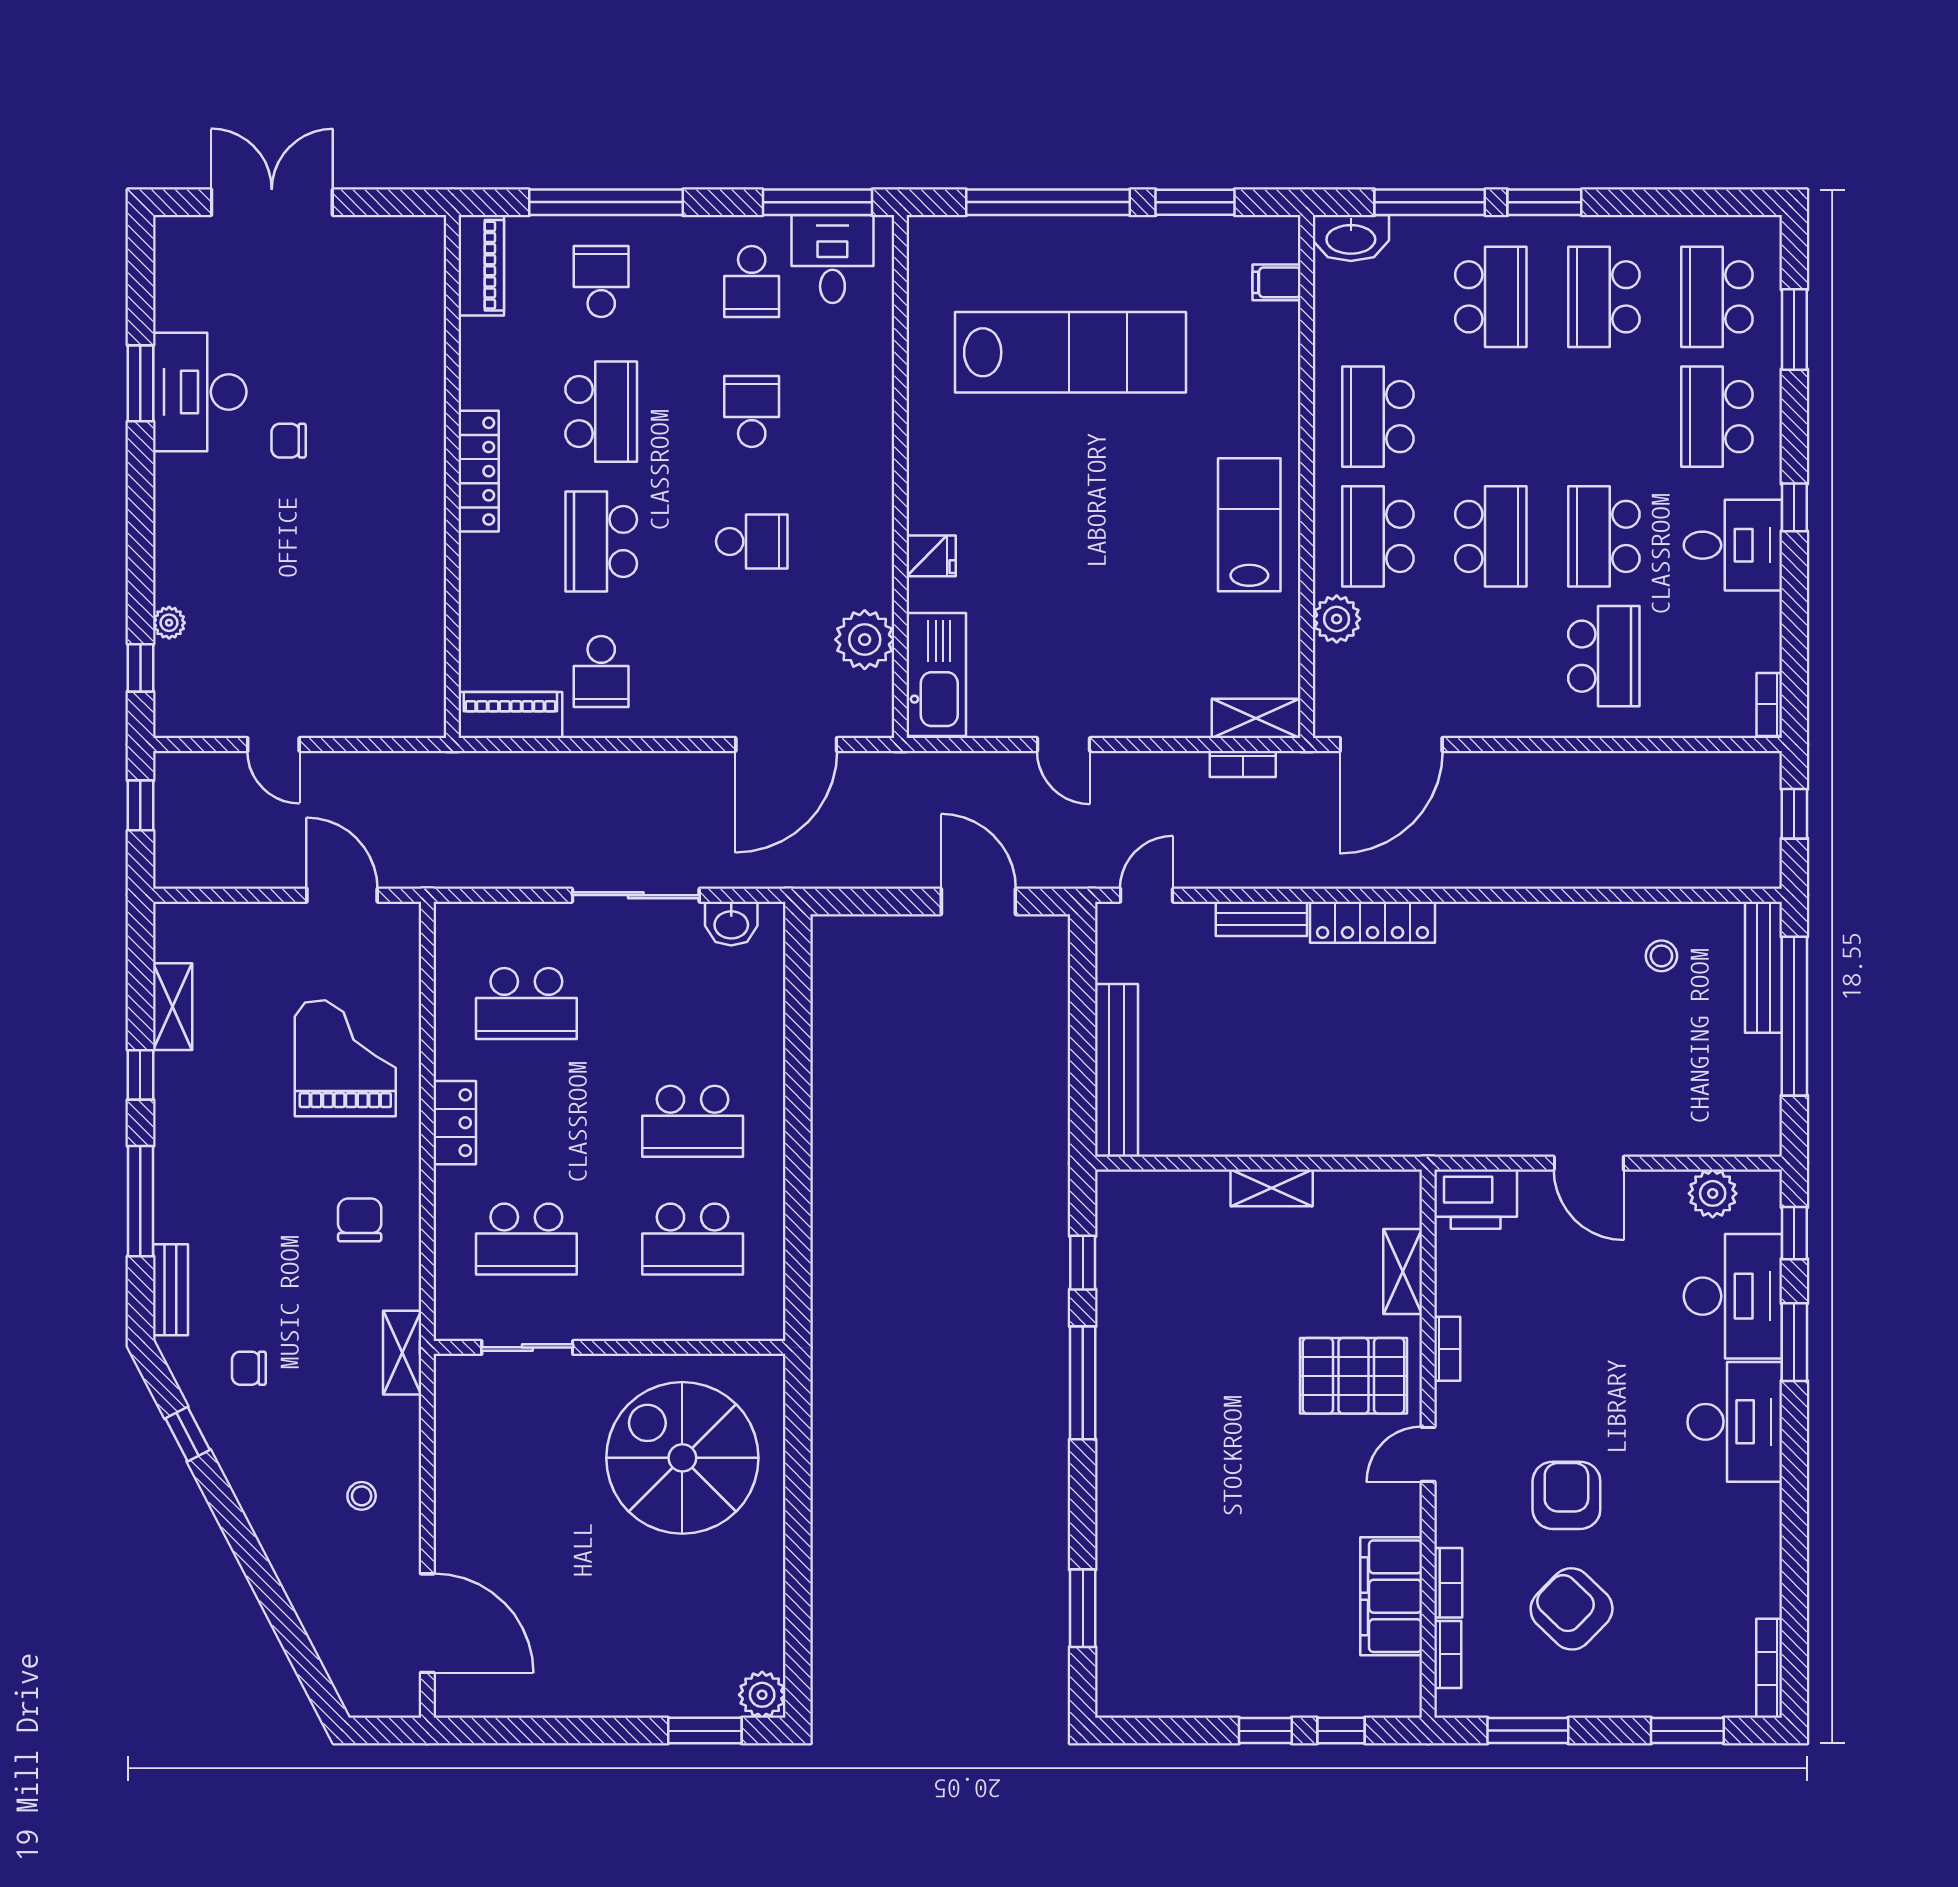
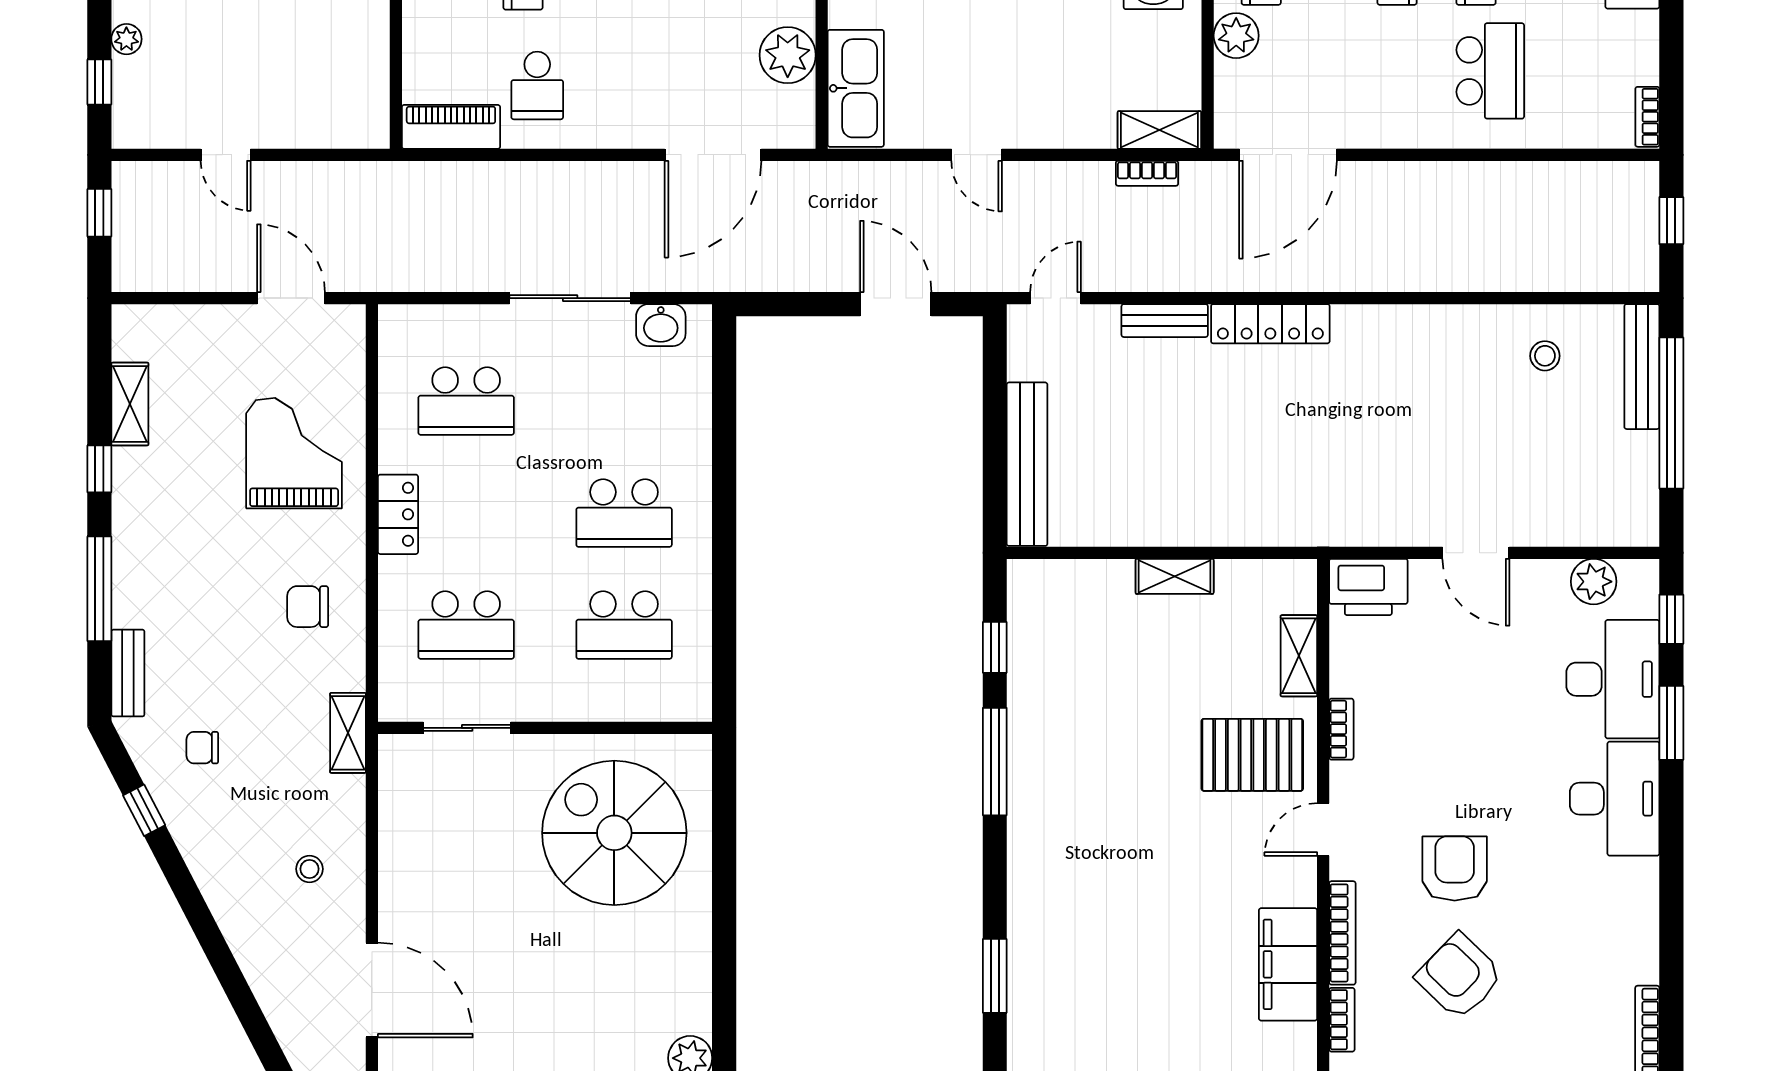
chair: (360, 1220) -> (308, 607), turned -90
bookcase: (1448, 1583) -> (1342, 933), width x1.56

